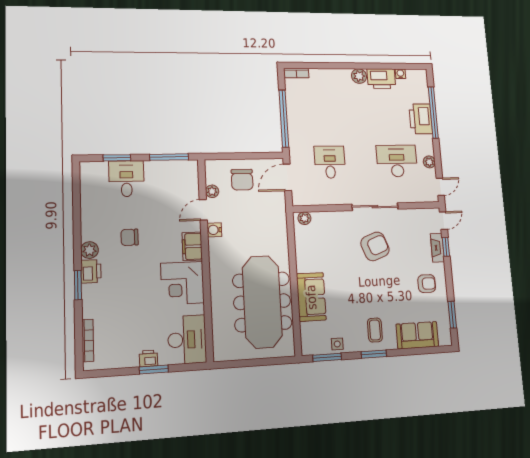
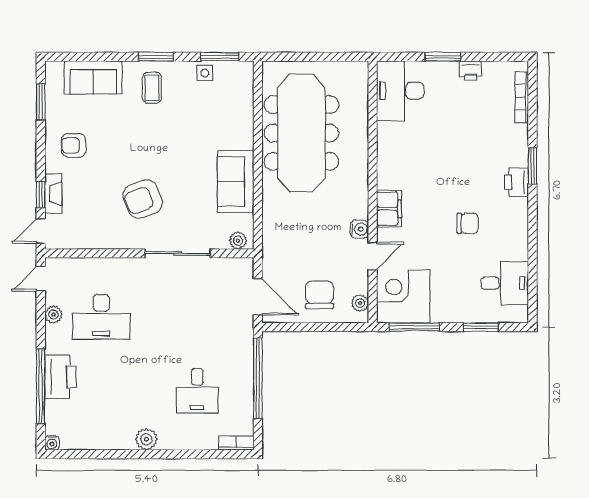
water cooler: (400, 74) -> (52, 443), moved
printer: (381, 79) -> (114, 436), removed
desk: (330, 162) -> (197, 391), moved
door: (287, 177) -> (258, 297), hinge flipped
desk: (126, 179) -> (505, 283), moved, turned -90
plant: (212, 191) -> (360, 303), moved
sliding door: (375, 207) -> (178, 253), moved
plant: (89, 250) -> (518, 209), removed
corner desk: (182, 283) -> (403, 296), moved, turned -90
sofa: (311, 297) -> (236, 182), moved
printer: (148, 358) -> (470, 71), moved

